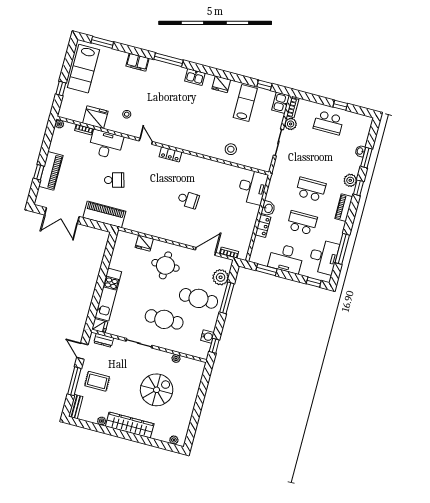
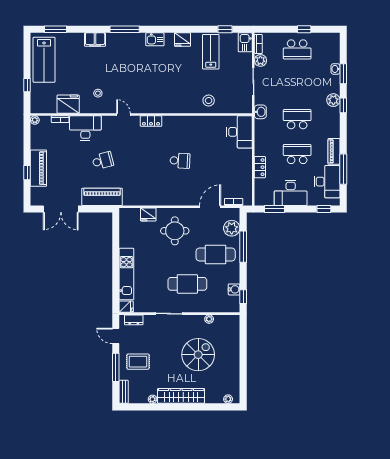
washbasin: (268, 208) -> (260, 112), moved
piano: (344, 208) -> (334, 151), moved

